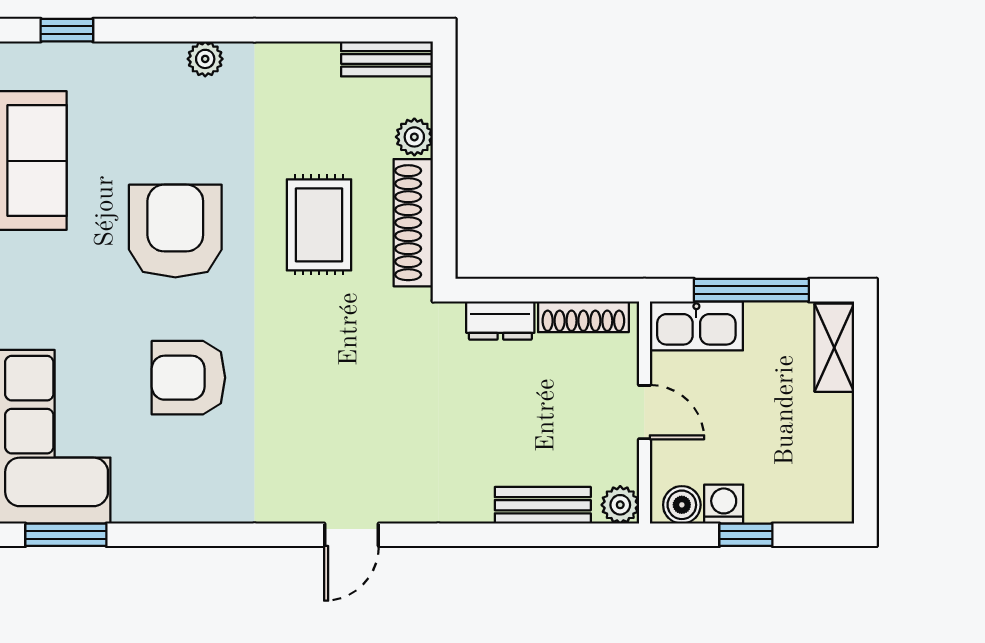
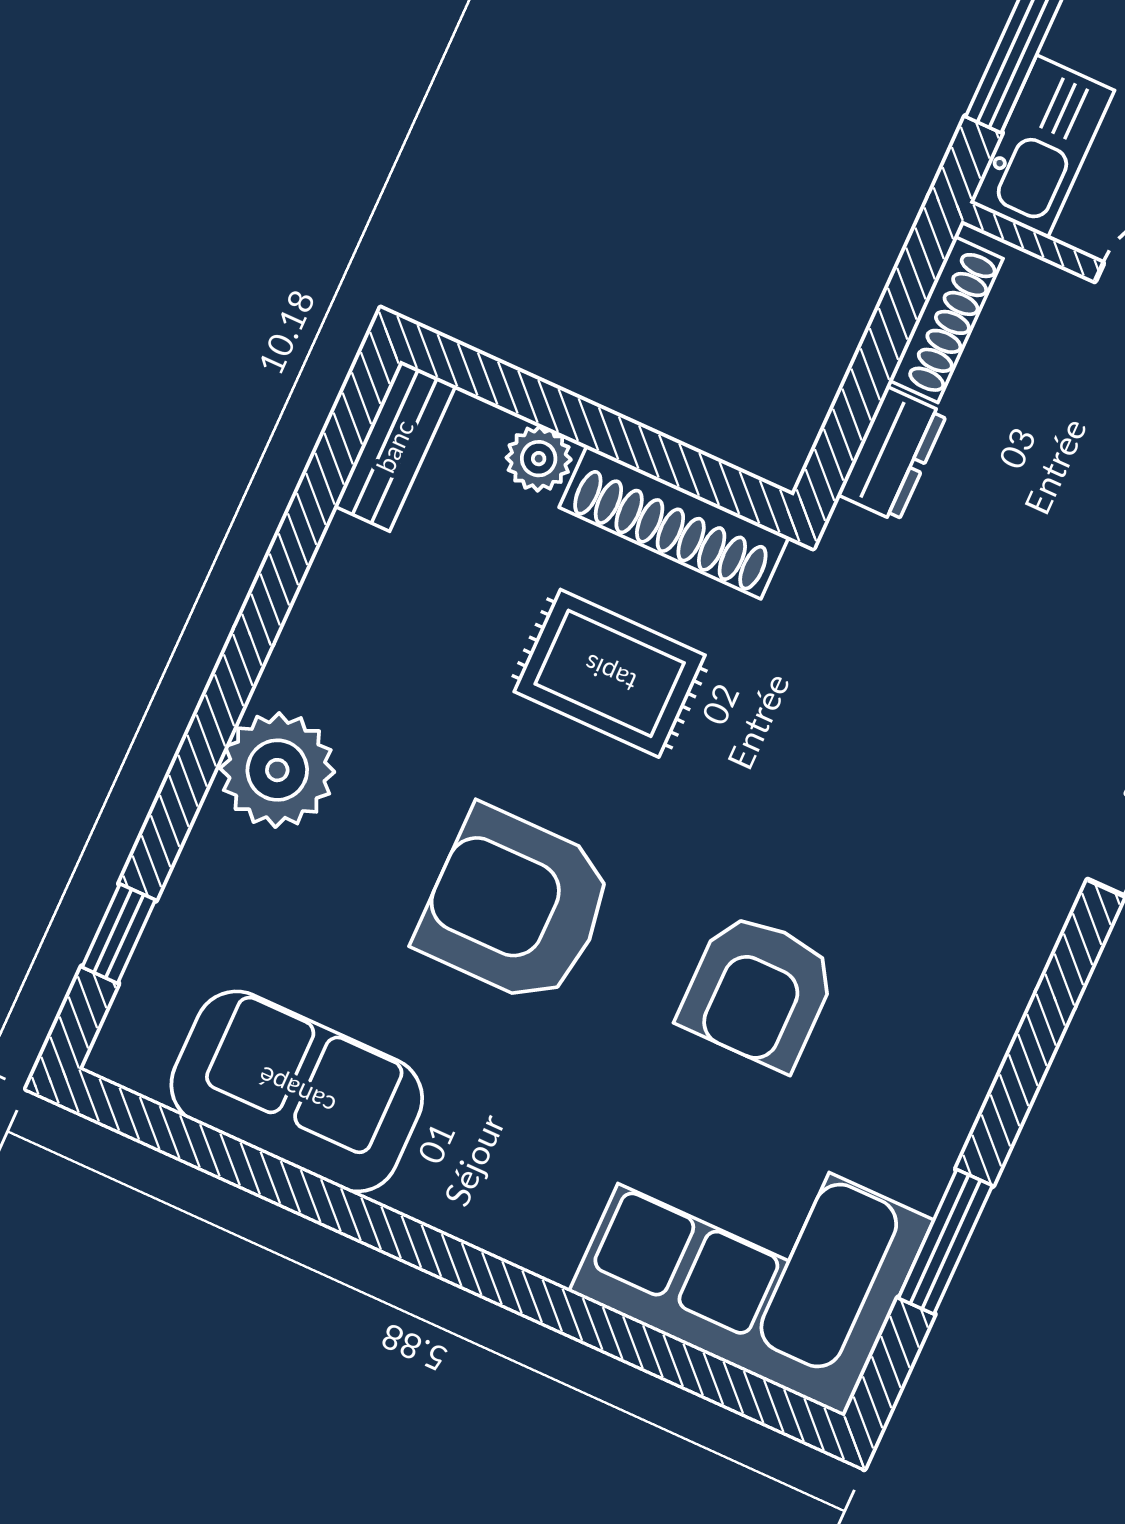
plant: (205, 59) -> (277, 770), width x1.88, depth x1.88
window: (66, 535) -> (945, 1242), moved

